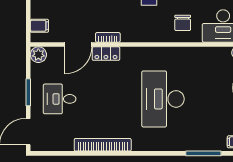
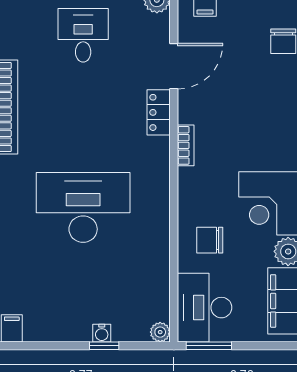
bookcase: (108, 37) -> (186, 145), moved
door: (78, 44) -> (174, 66), swing flipped

